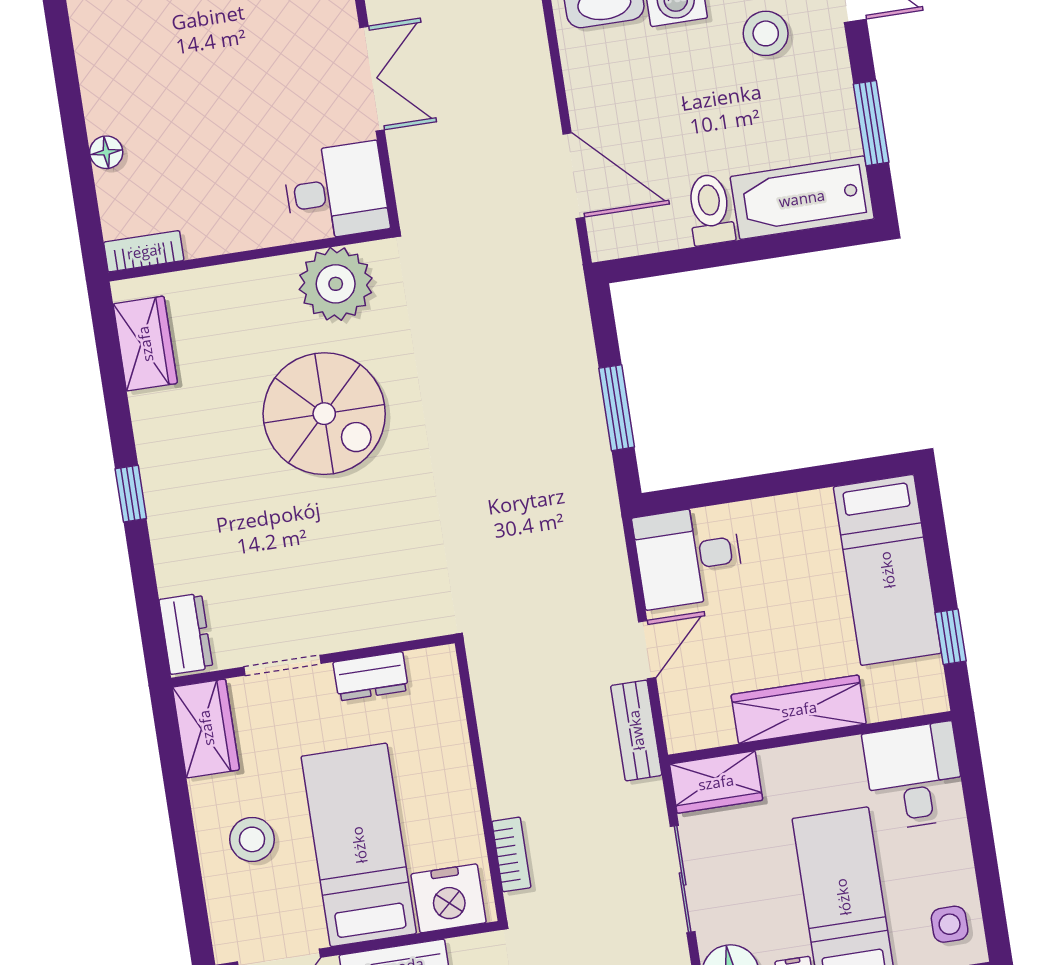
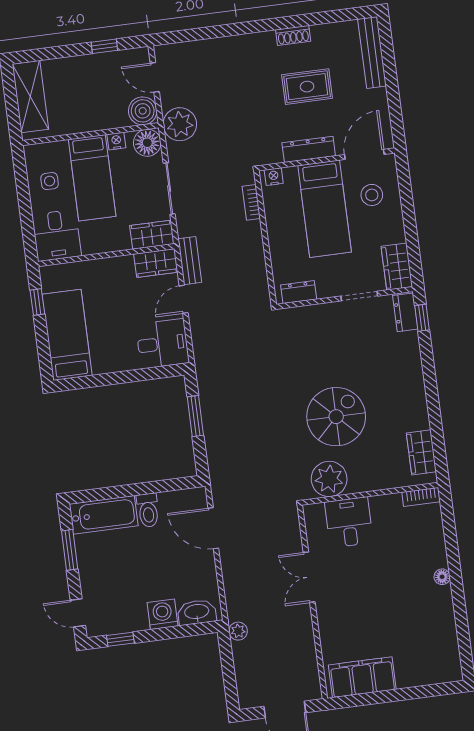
stool: (766, 33) -> (119, 594), removed
floor lamp: (106, 152) -> (442, 577), moved
desk: (336, 192) -> (349, 522), moved, turned 90
spiral stairs: (324, 414) -> (336, 417), turned 90
window: (131, 494) -> (422, 318), moved
dresser: (371, 676) -> (299, 292), moved
wardrobe: (799, 709) -> (156, 263), moved, width x0.67
stool: (252, 839) -> (372, 195), moved
nightstand: (449, 898) -> (274, 177), width x0.53, depth x0.56
side table: (950, 924) -> (50, 181), moved

